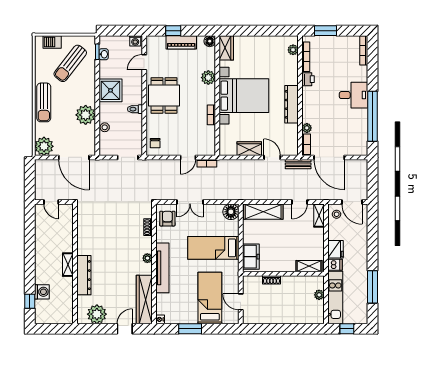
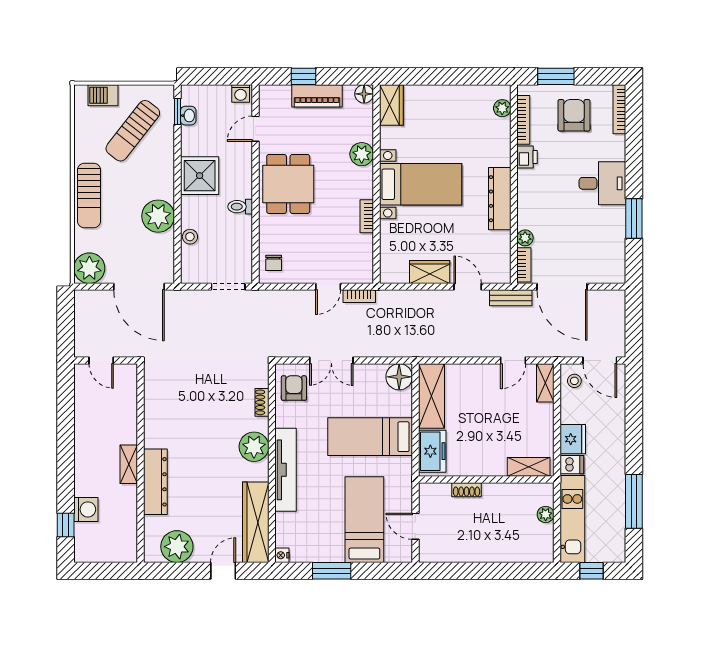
armchair: (336, 54) -> (574, 115), added
bed with nightstands: (244, 96) -> (421, 184), width x0.73
window: (372, 116) -> (634, 218), width x0.47
shelving: (263, 212) -> (431, 396), moved, turned 90
plant: (147, 258) -> (254, 447), width x1.88, depth x1.88

